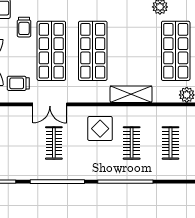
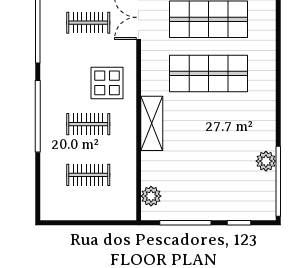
shop shelf: (176, 51) -> (208, 182), removed

